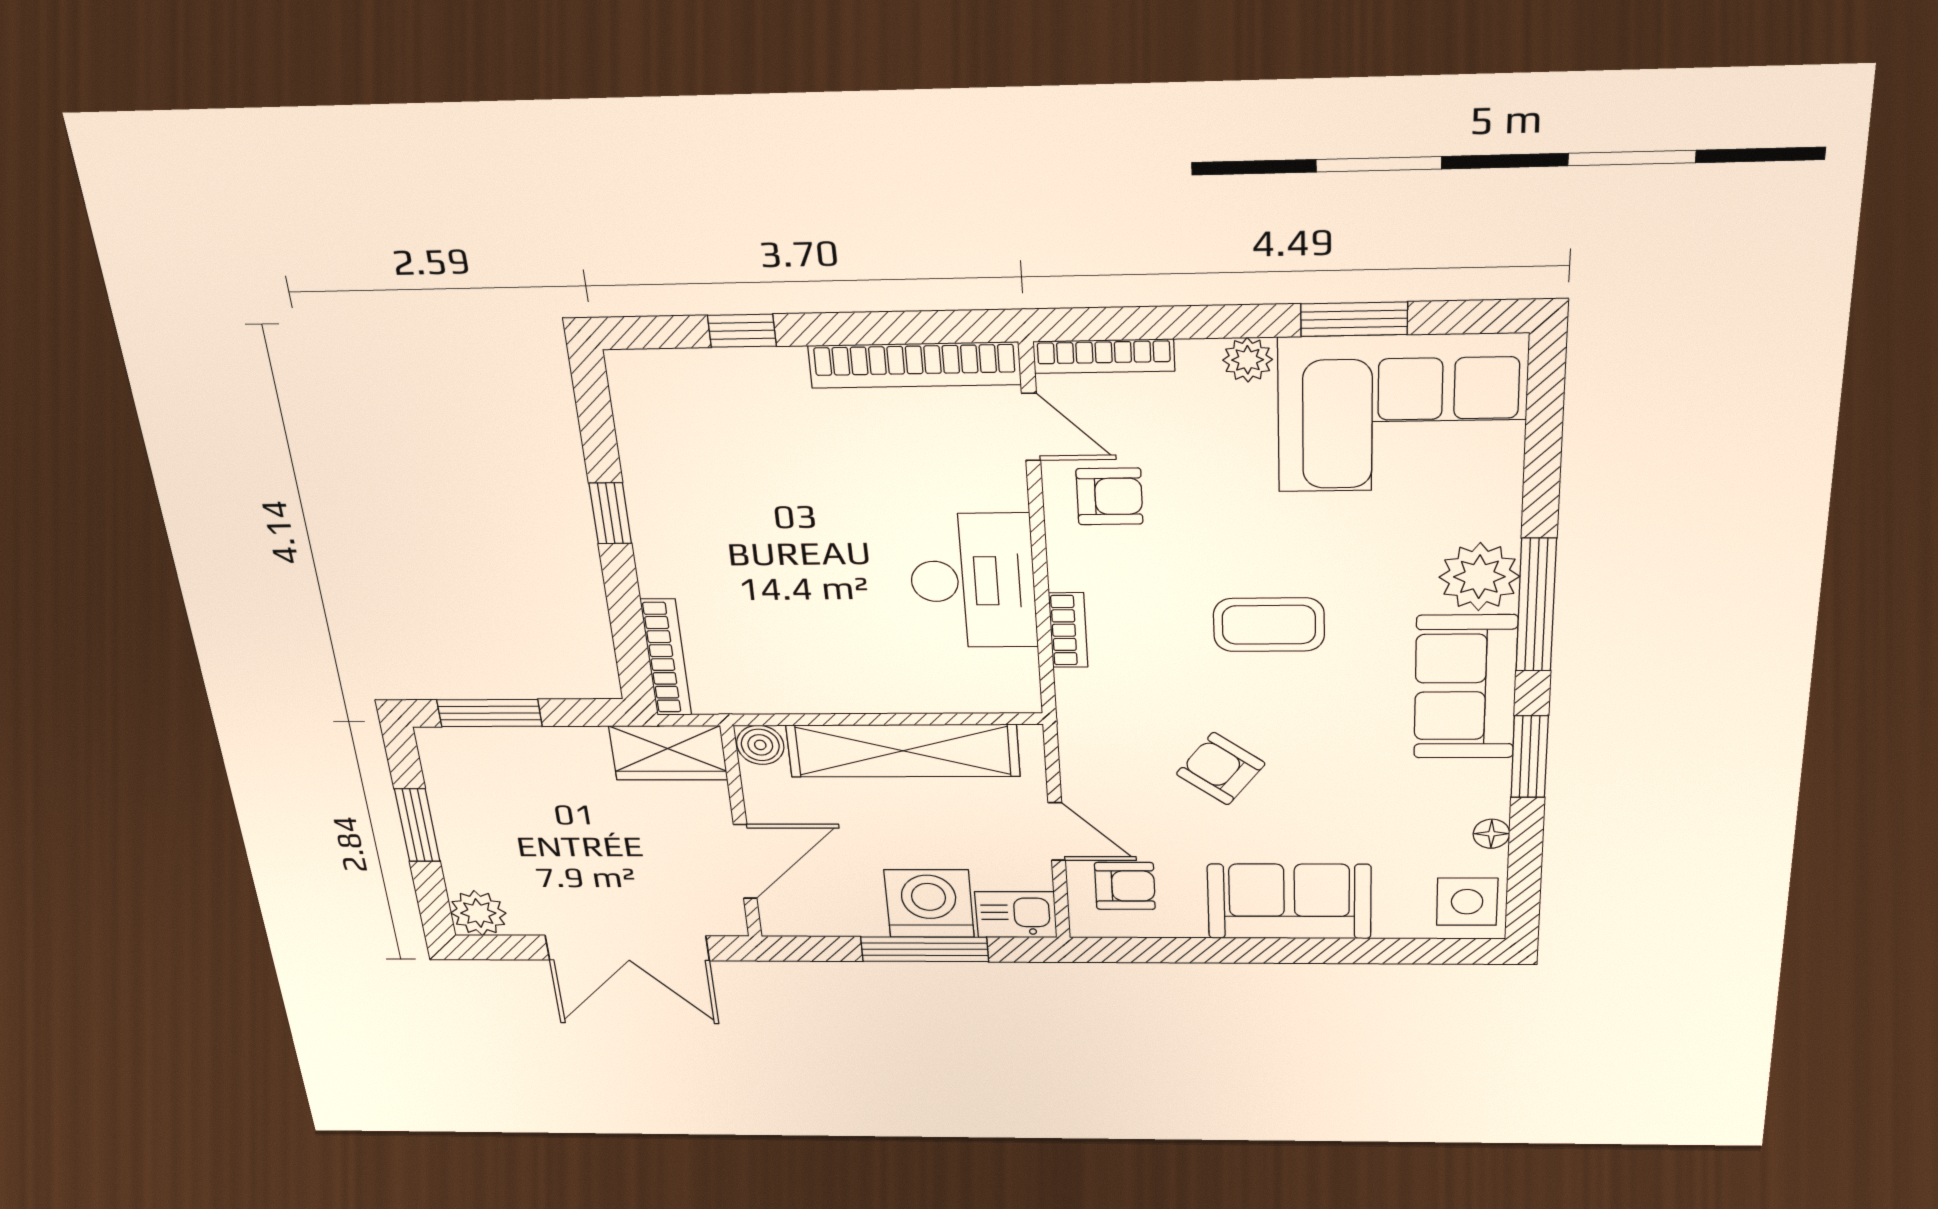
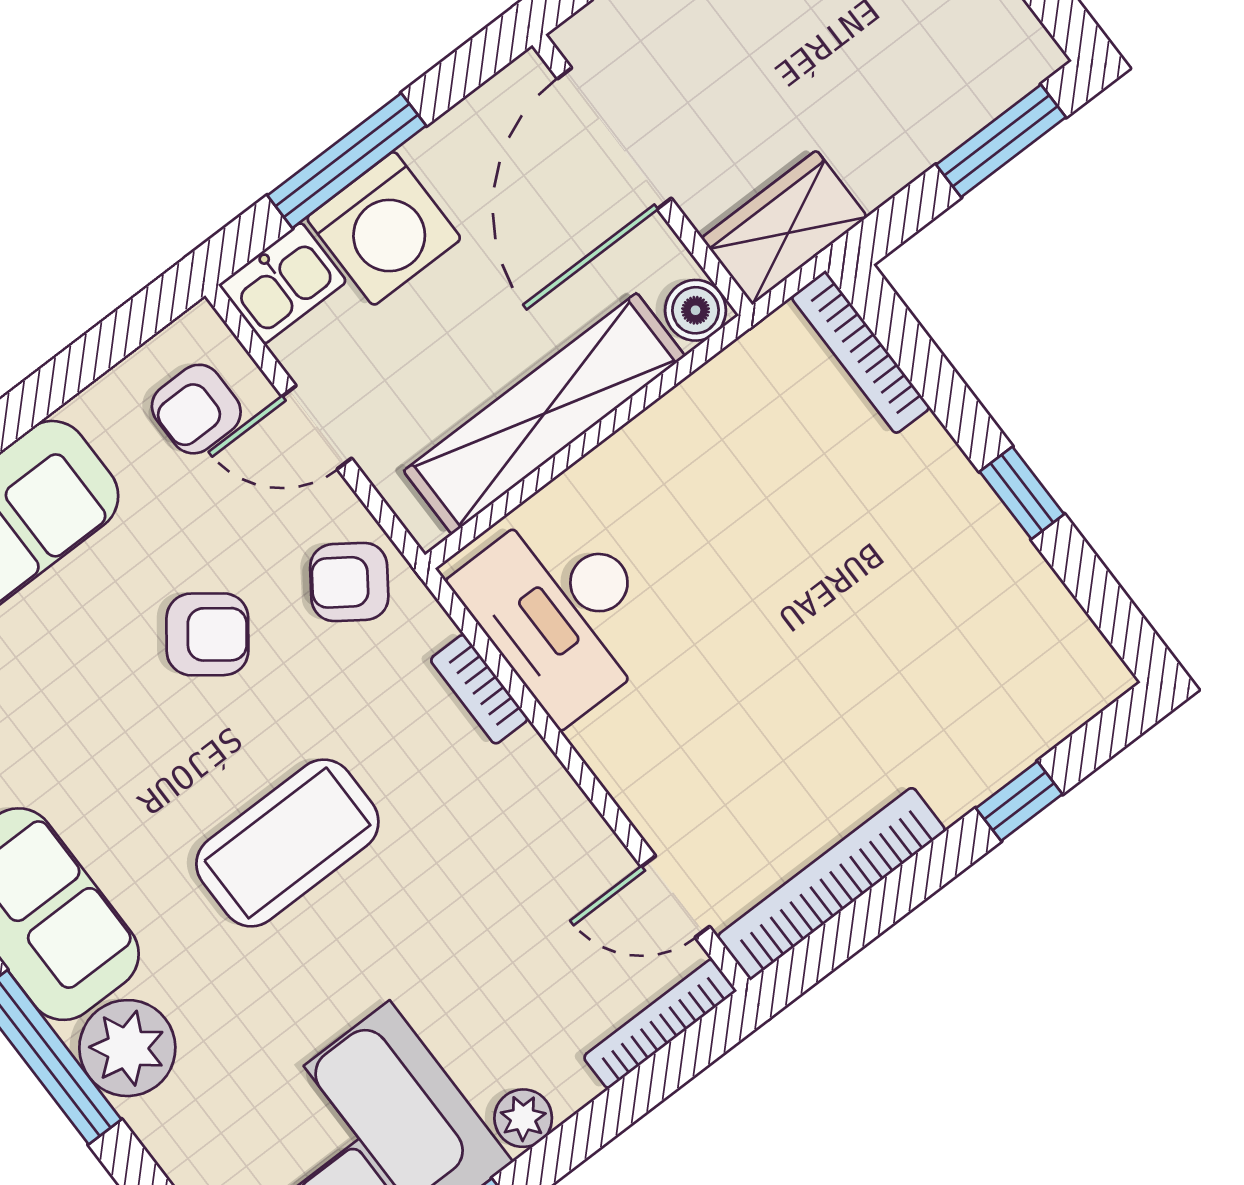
armchair: (1109, 496) -> (349, 582), moved, turned 35
desk: (973, 581) -> (562, 611), moved
coffee table: (1269, 625) -> (287, 843), width x1.36, depth x1.32
door: (745, 862) -> (614, 139), width x1.36

